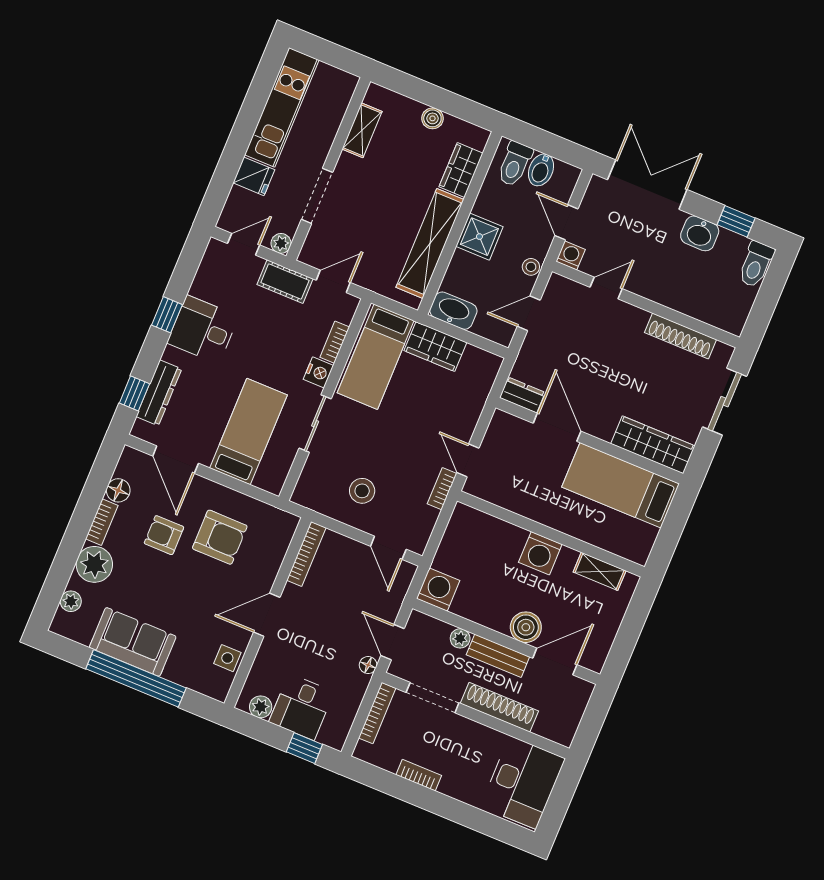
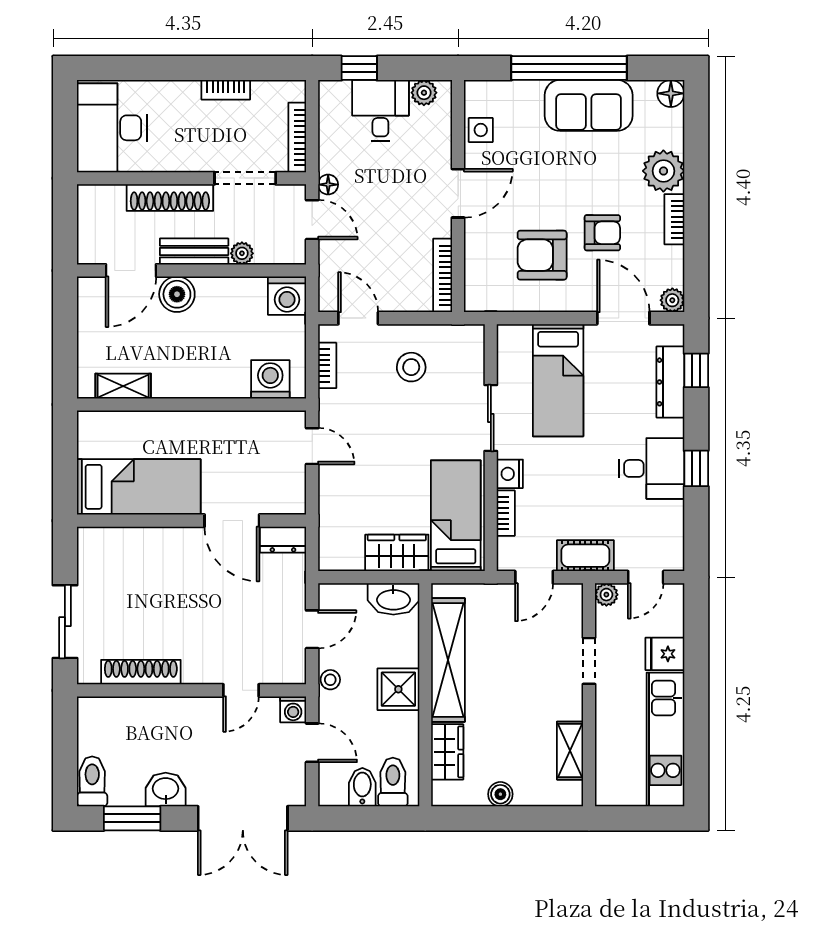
doorway: (317, 196) -> (589, 661), width x0.73
window: (736, 221) -> (132, 818), width x1.50
wardrobe: (653, 445) -> (122, 544), removed
bookcase: (442, 489) -> (327, 365), moved
floor lamp: (118, 490) -> (671, 93), moved
washing machine: (540, 553) -> (270, 379), moved
plant: (71, 601) -> (672, 300), moved

